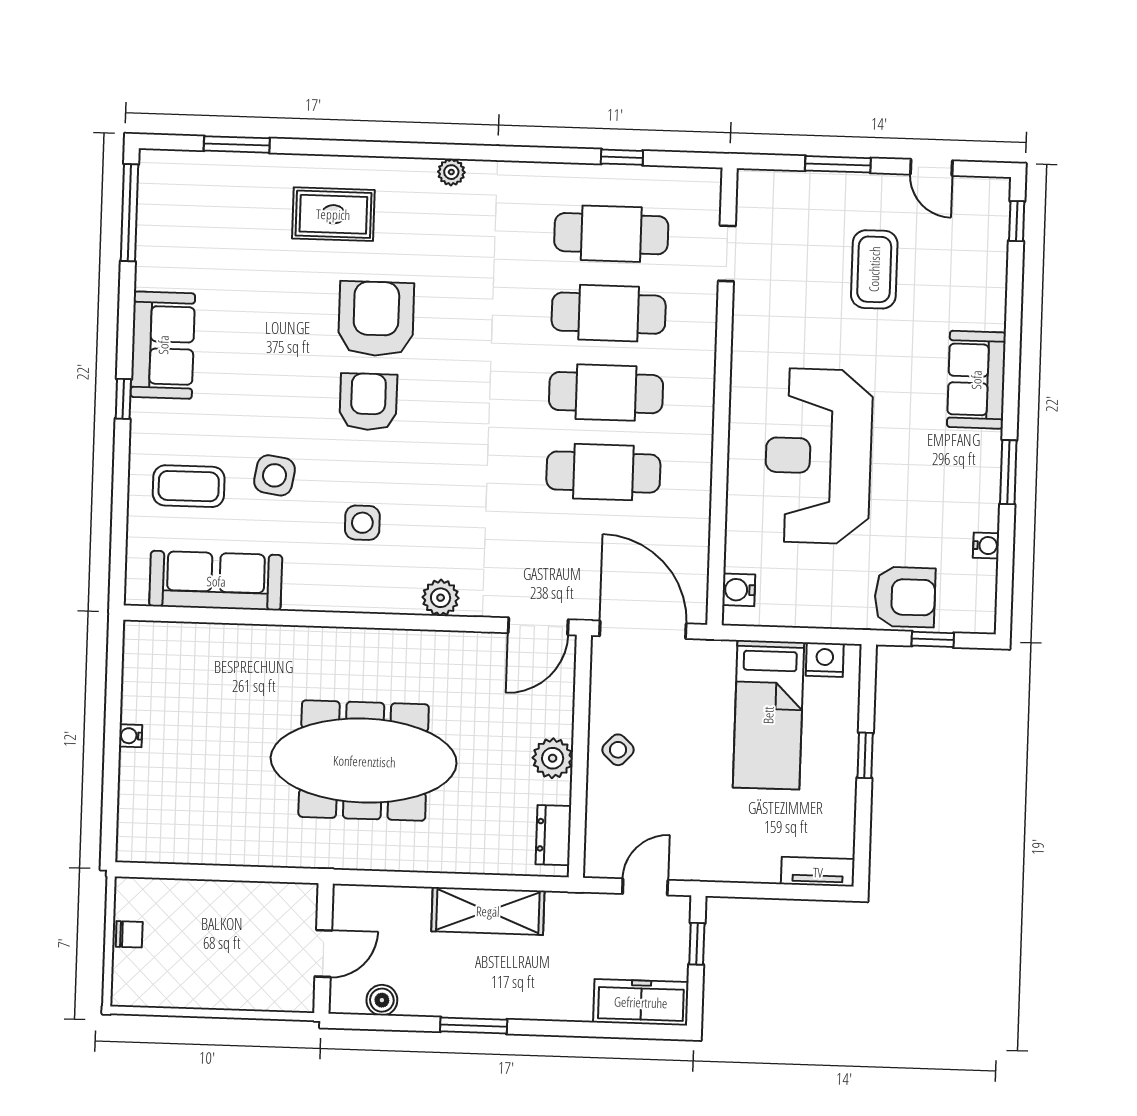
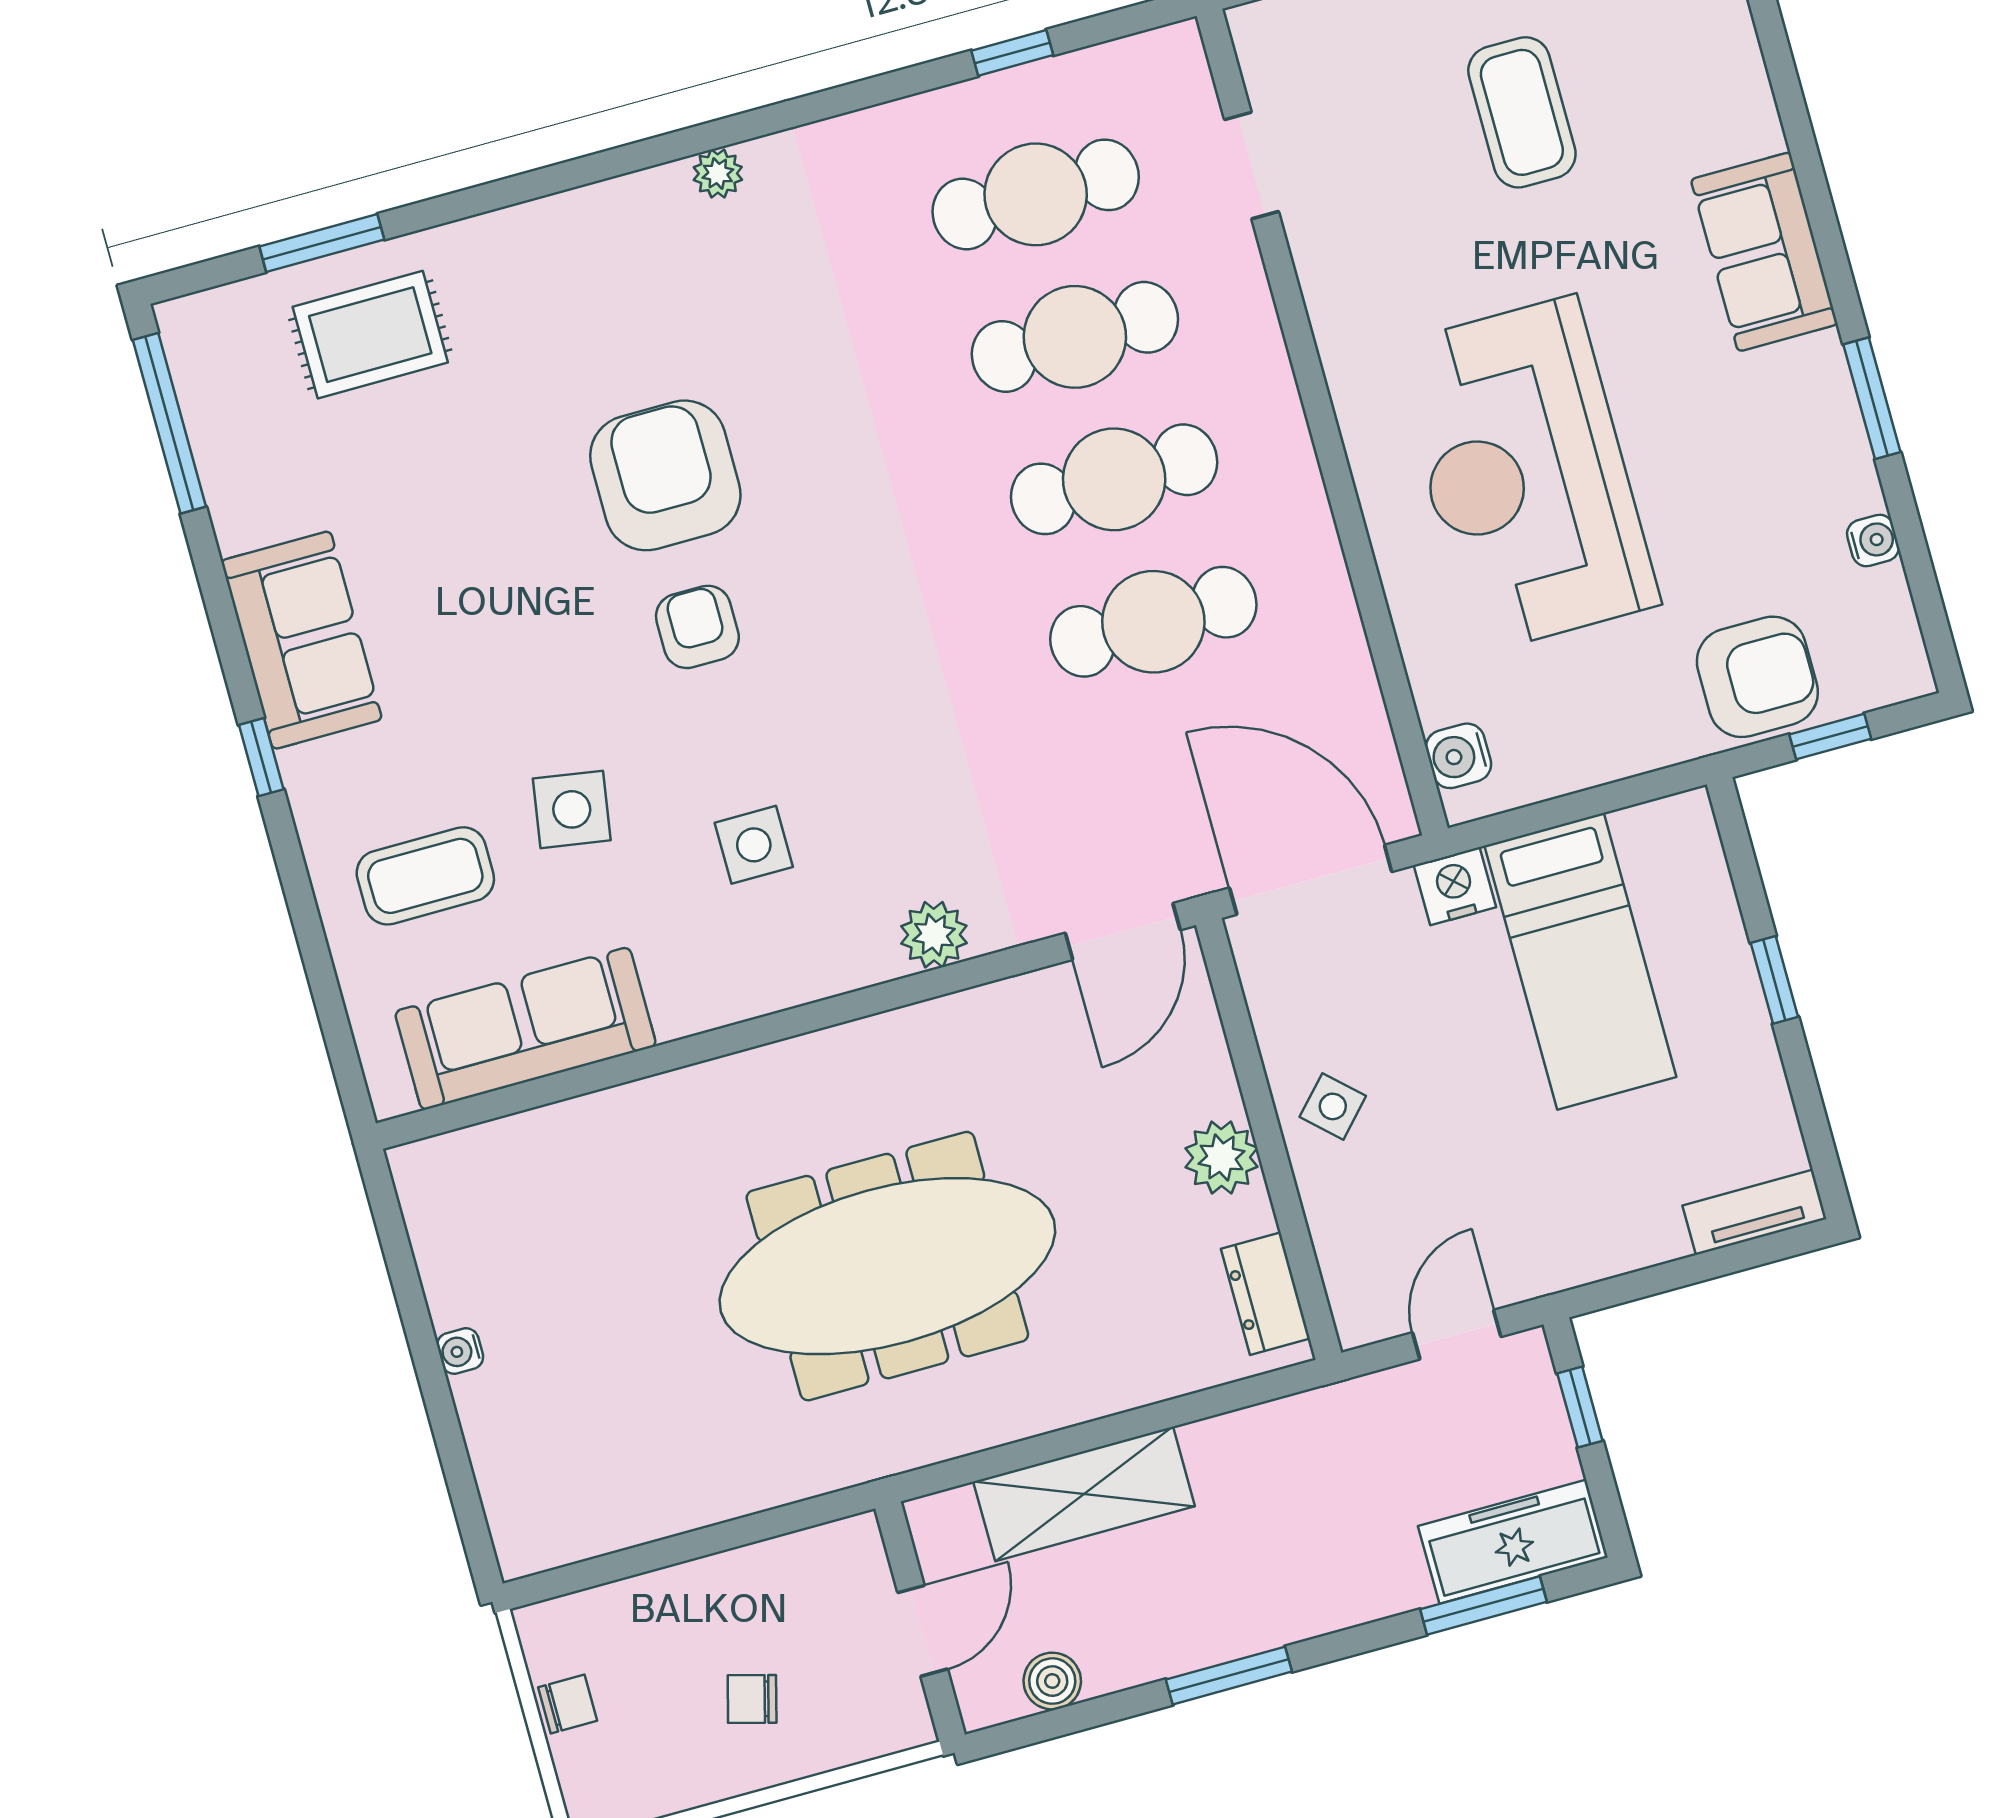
rug: (333, 214) -> (370, 335), moved
armchair: (368, 402) -> (697, 627), width x0.72, depth x0.72
nightstand: (825, 660) -> (1455, 886), moved
shelving: (488, 911) -> (1084, 1494), moved
chair: (225, 961) -> (752, 1699), added
window: (616, 1030) -> (1483, 1605), added

